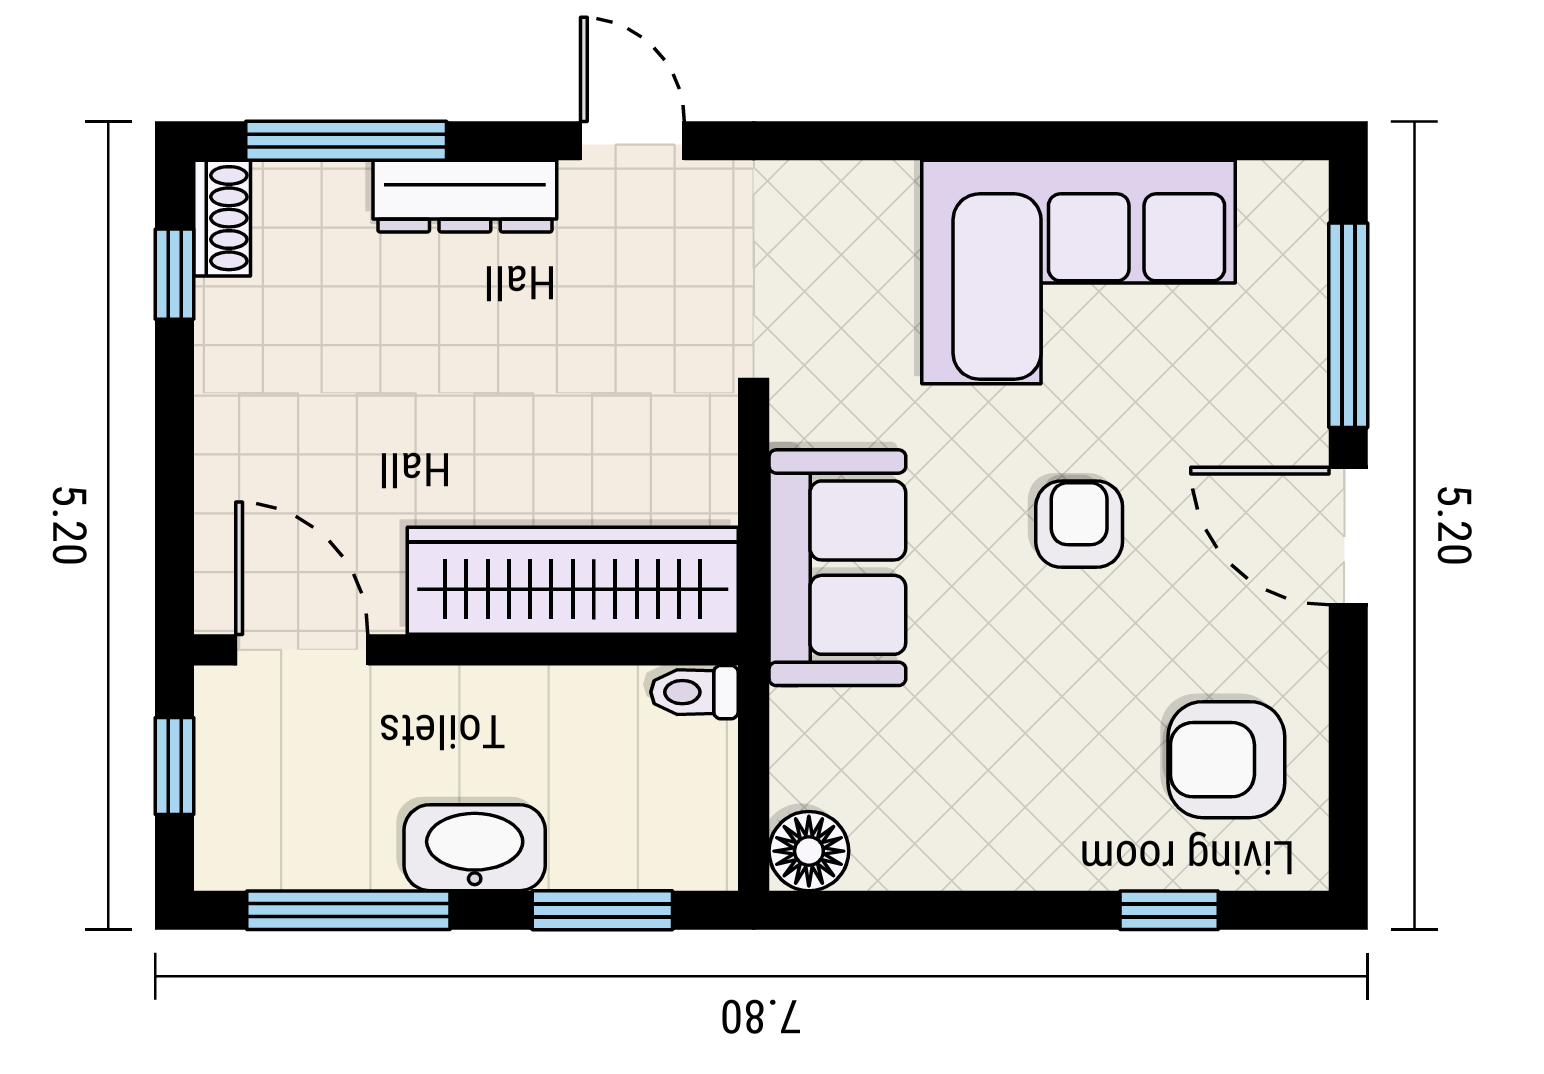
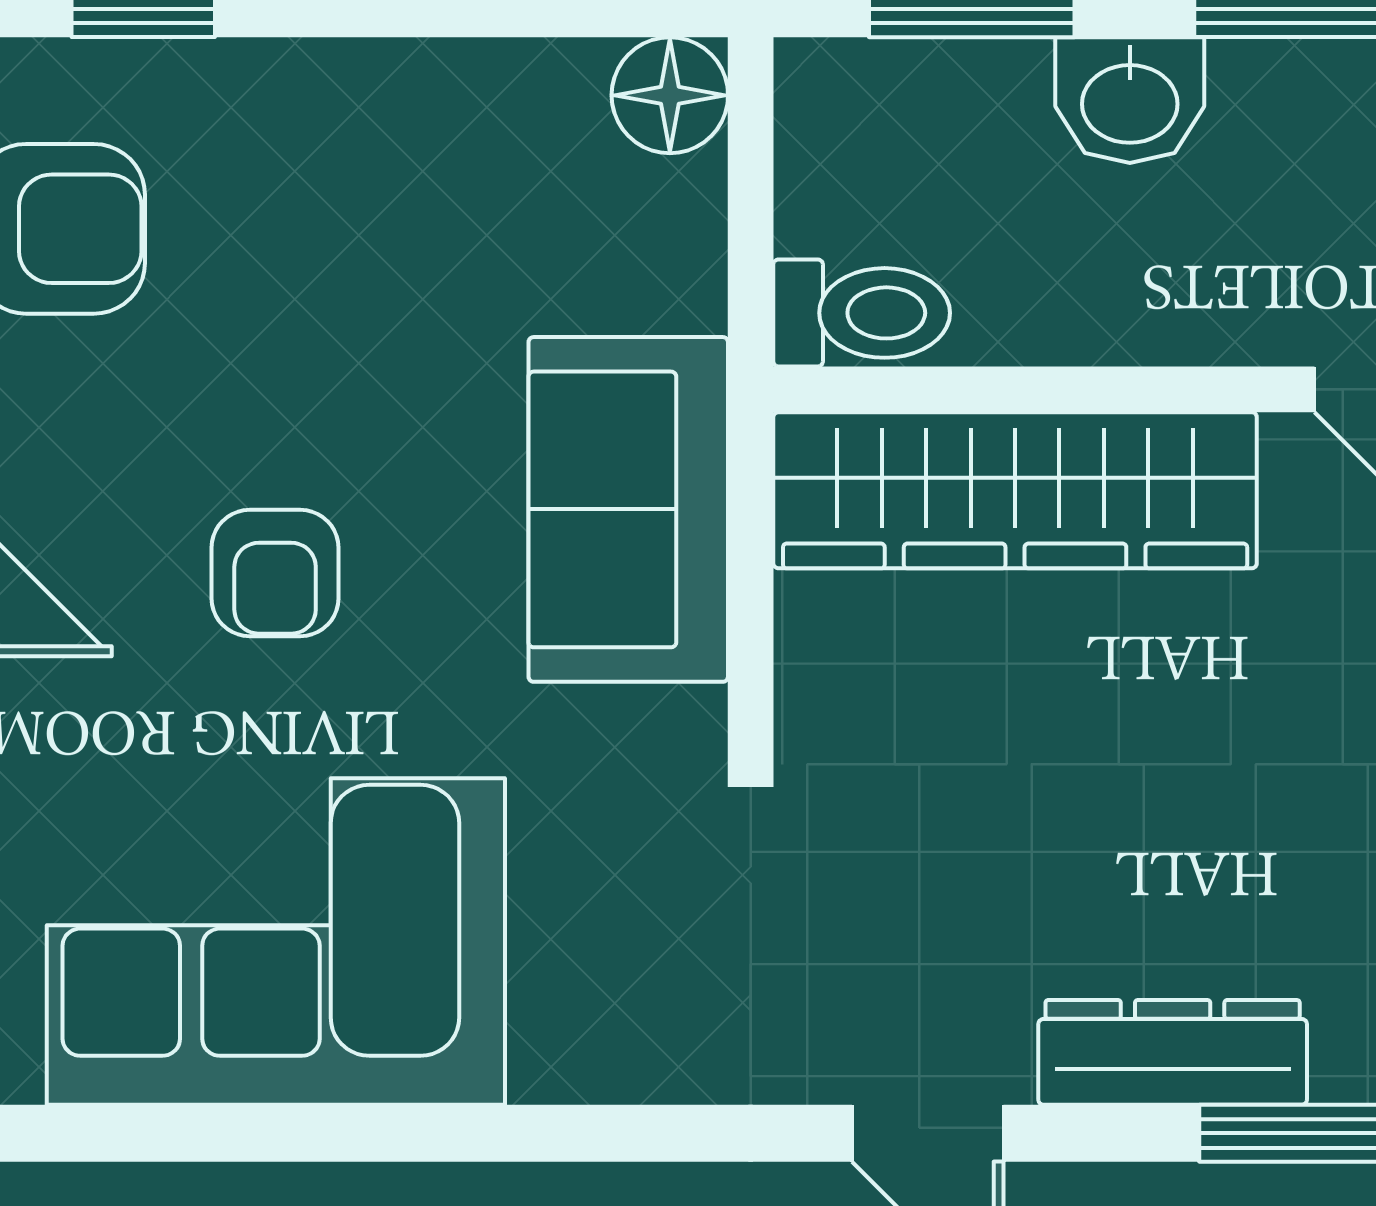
toilet: (695, 692) -> (862, 313), width x1.37, depth x1.39
washbasin: (475, 848) -> (1130, 100), width x0.72

